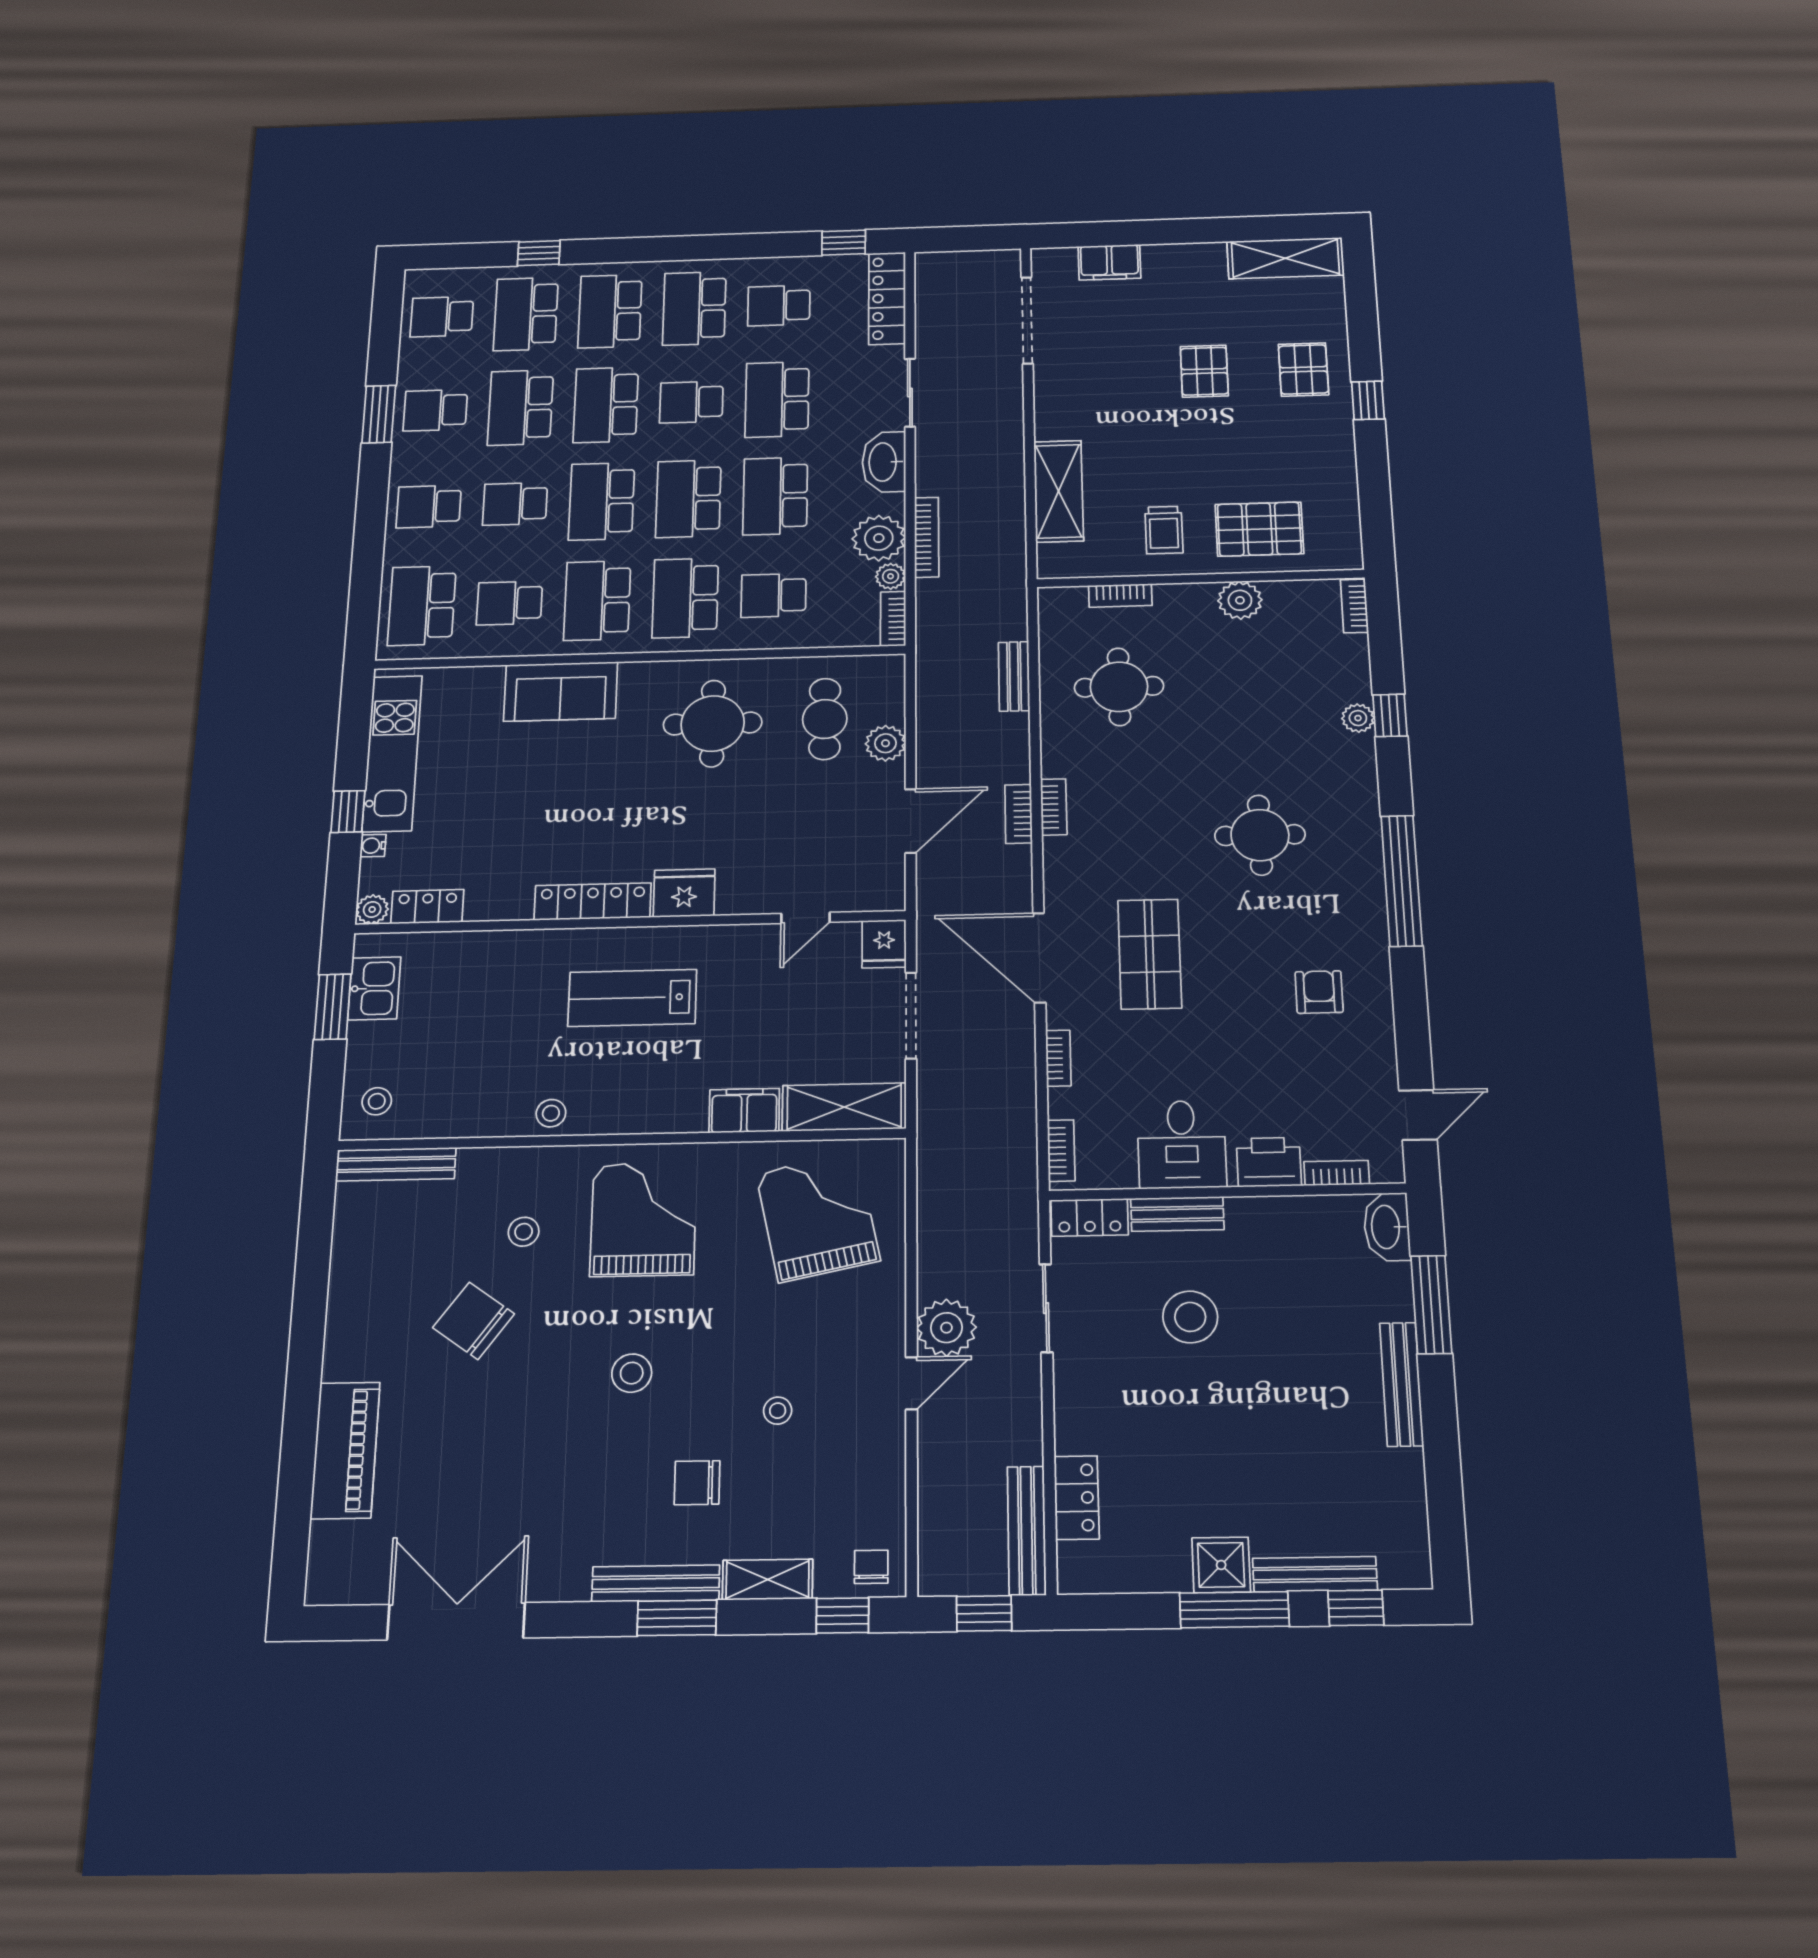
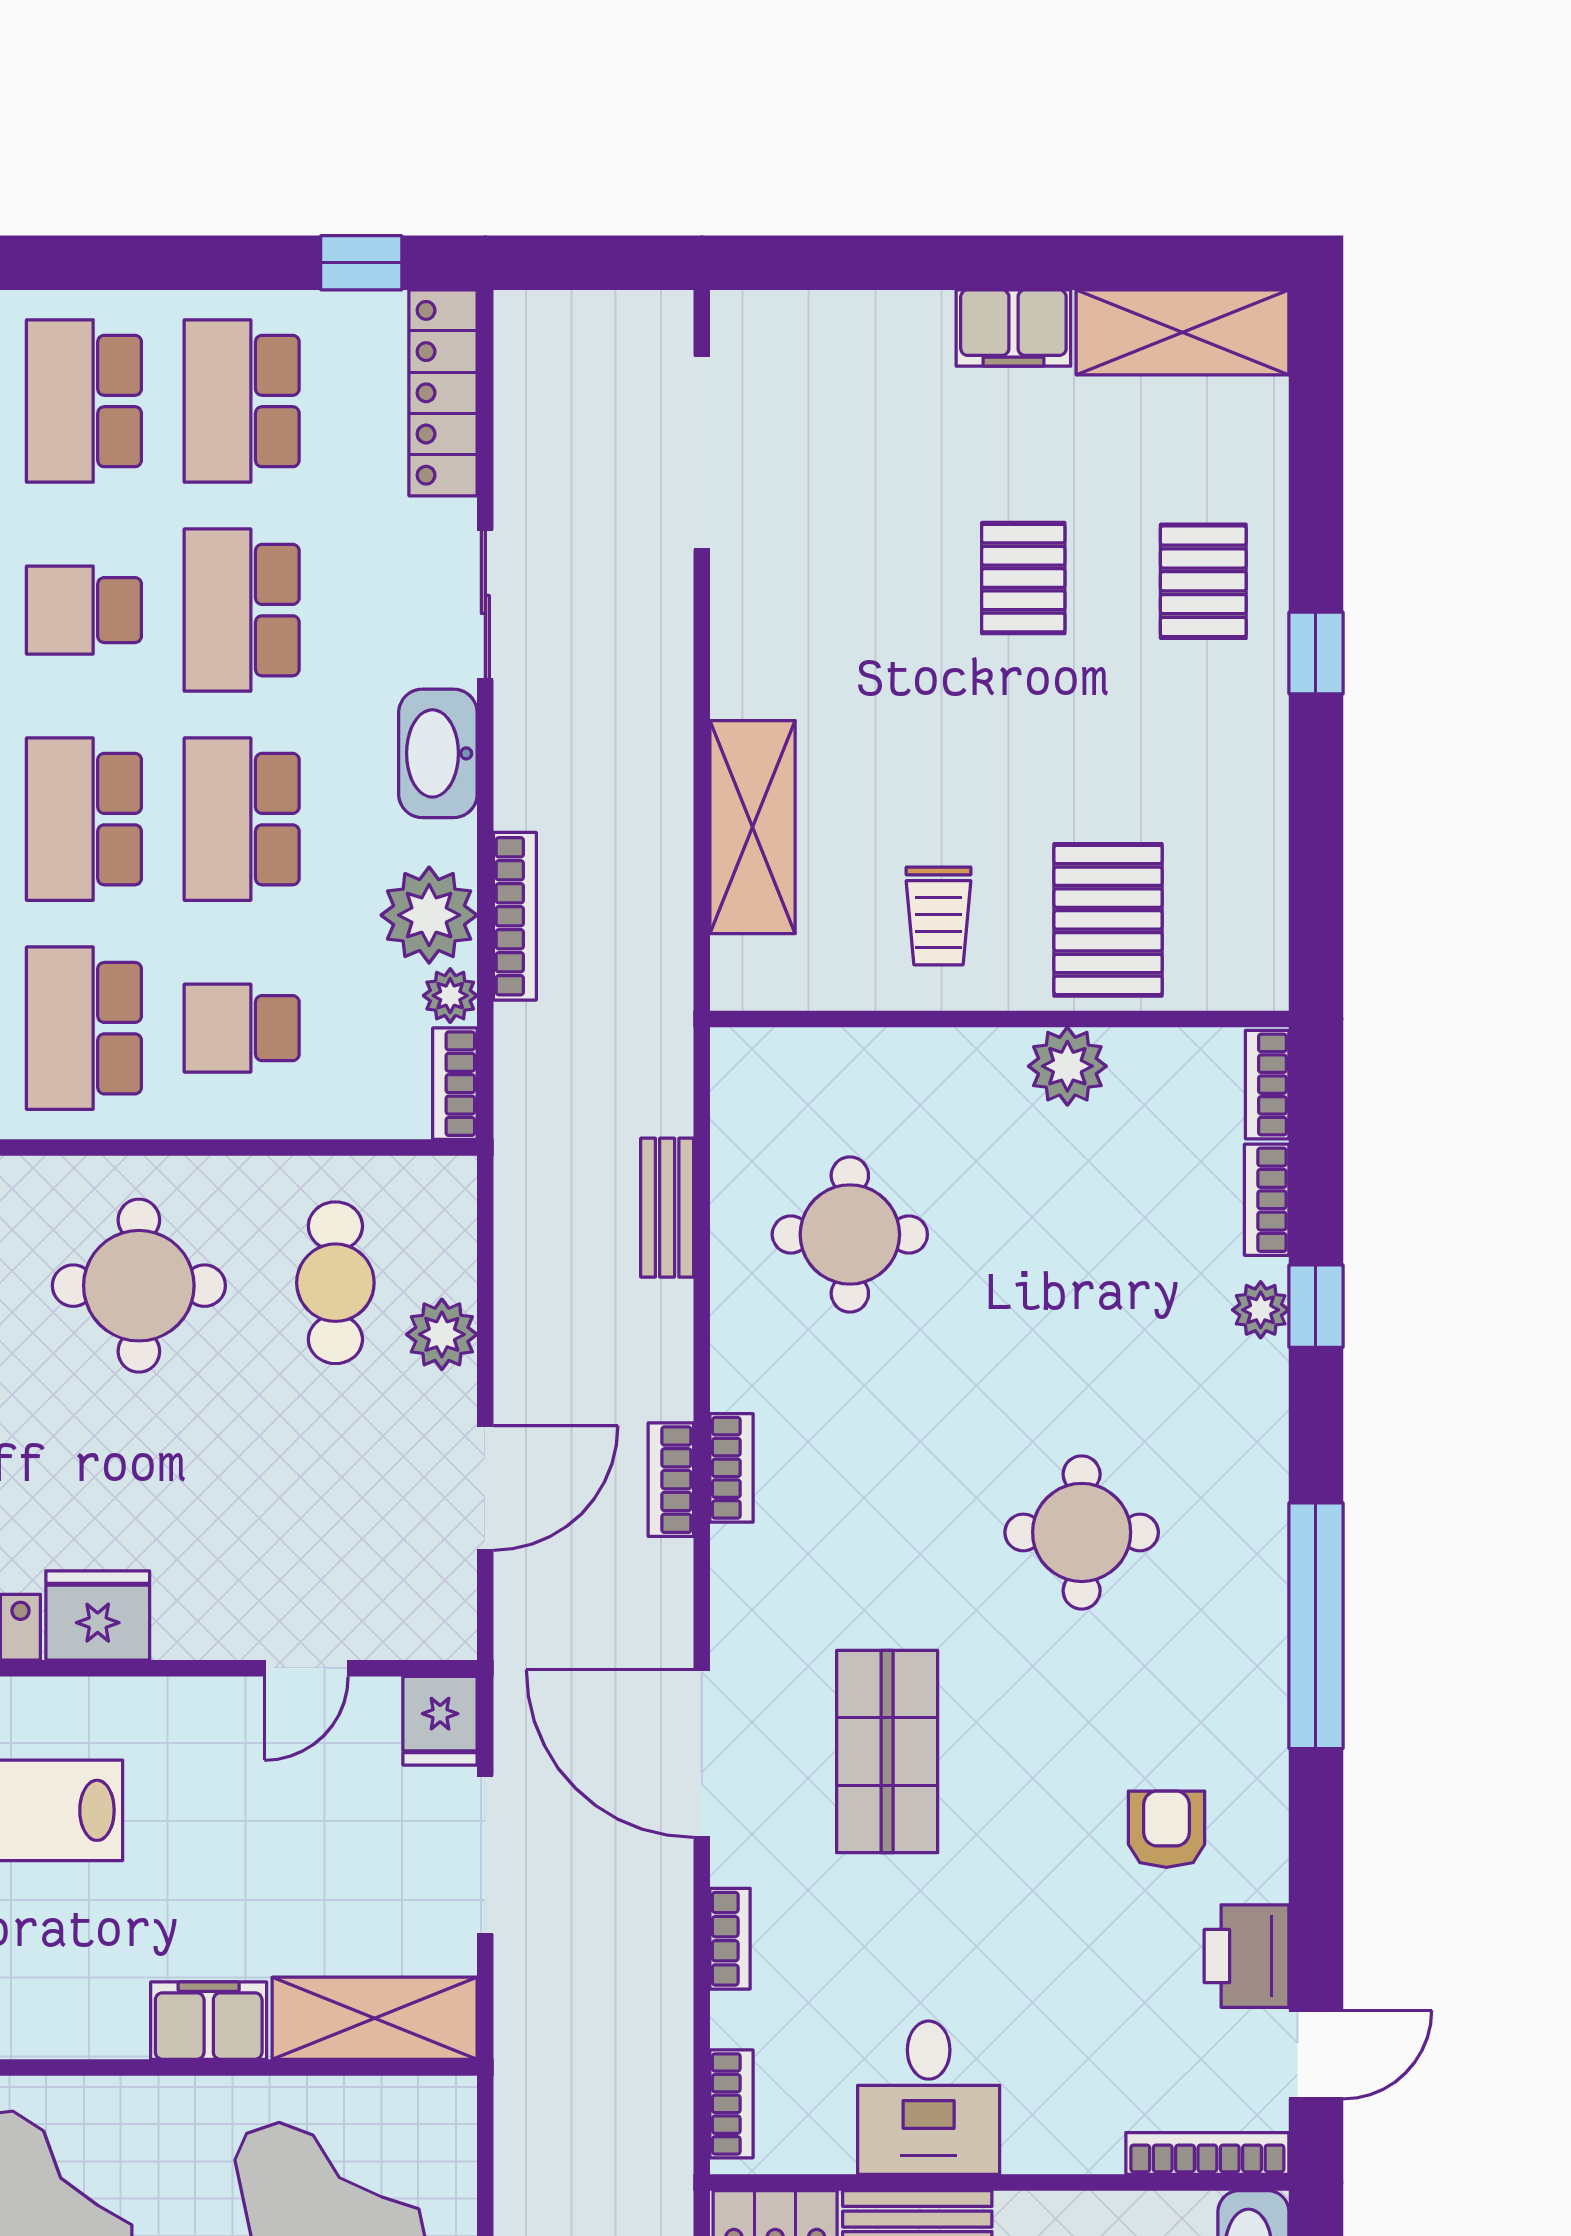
filing cabinet: (1109, 262) -> (1013, 328), moved
school desk: (779, 306) -> (242, 401), width x1.85
pallet: (1259, 529) -> (1108, 920), turned 90
bookcase: (1120, 596) -> (1267, 1200), moved, turned 90
printer: (1269, 1162) -> (1247, 1956), moved, turned -90
bookcase: (1337, 1173) -> (1207, 2153), width x1.56

